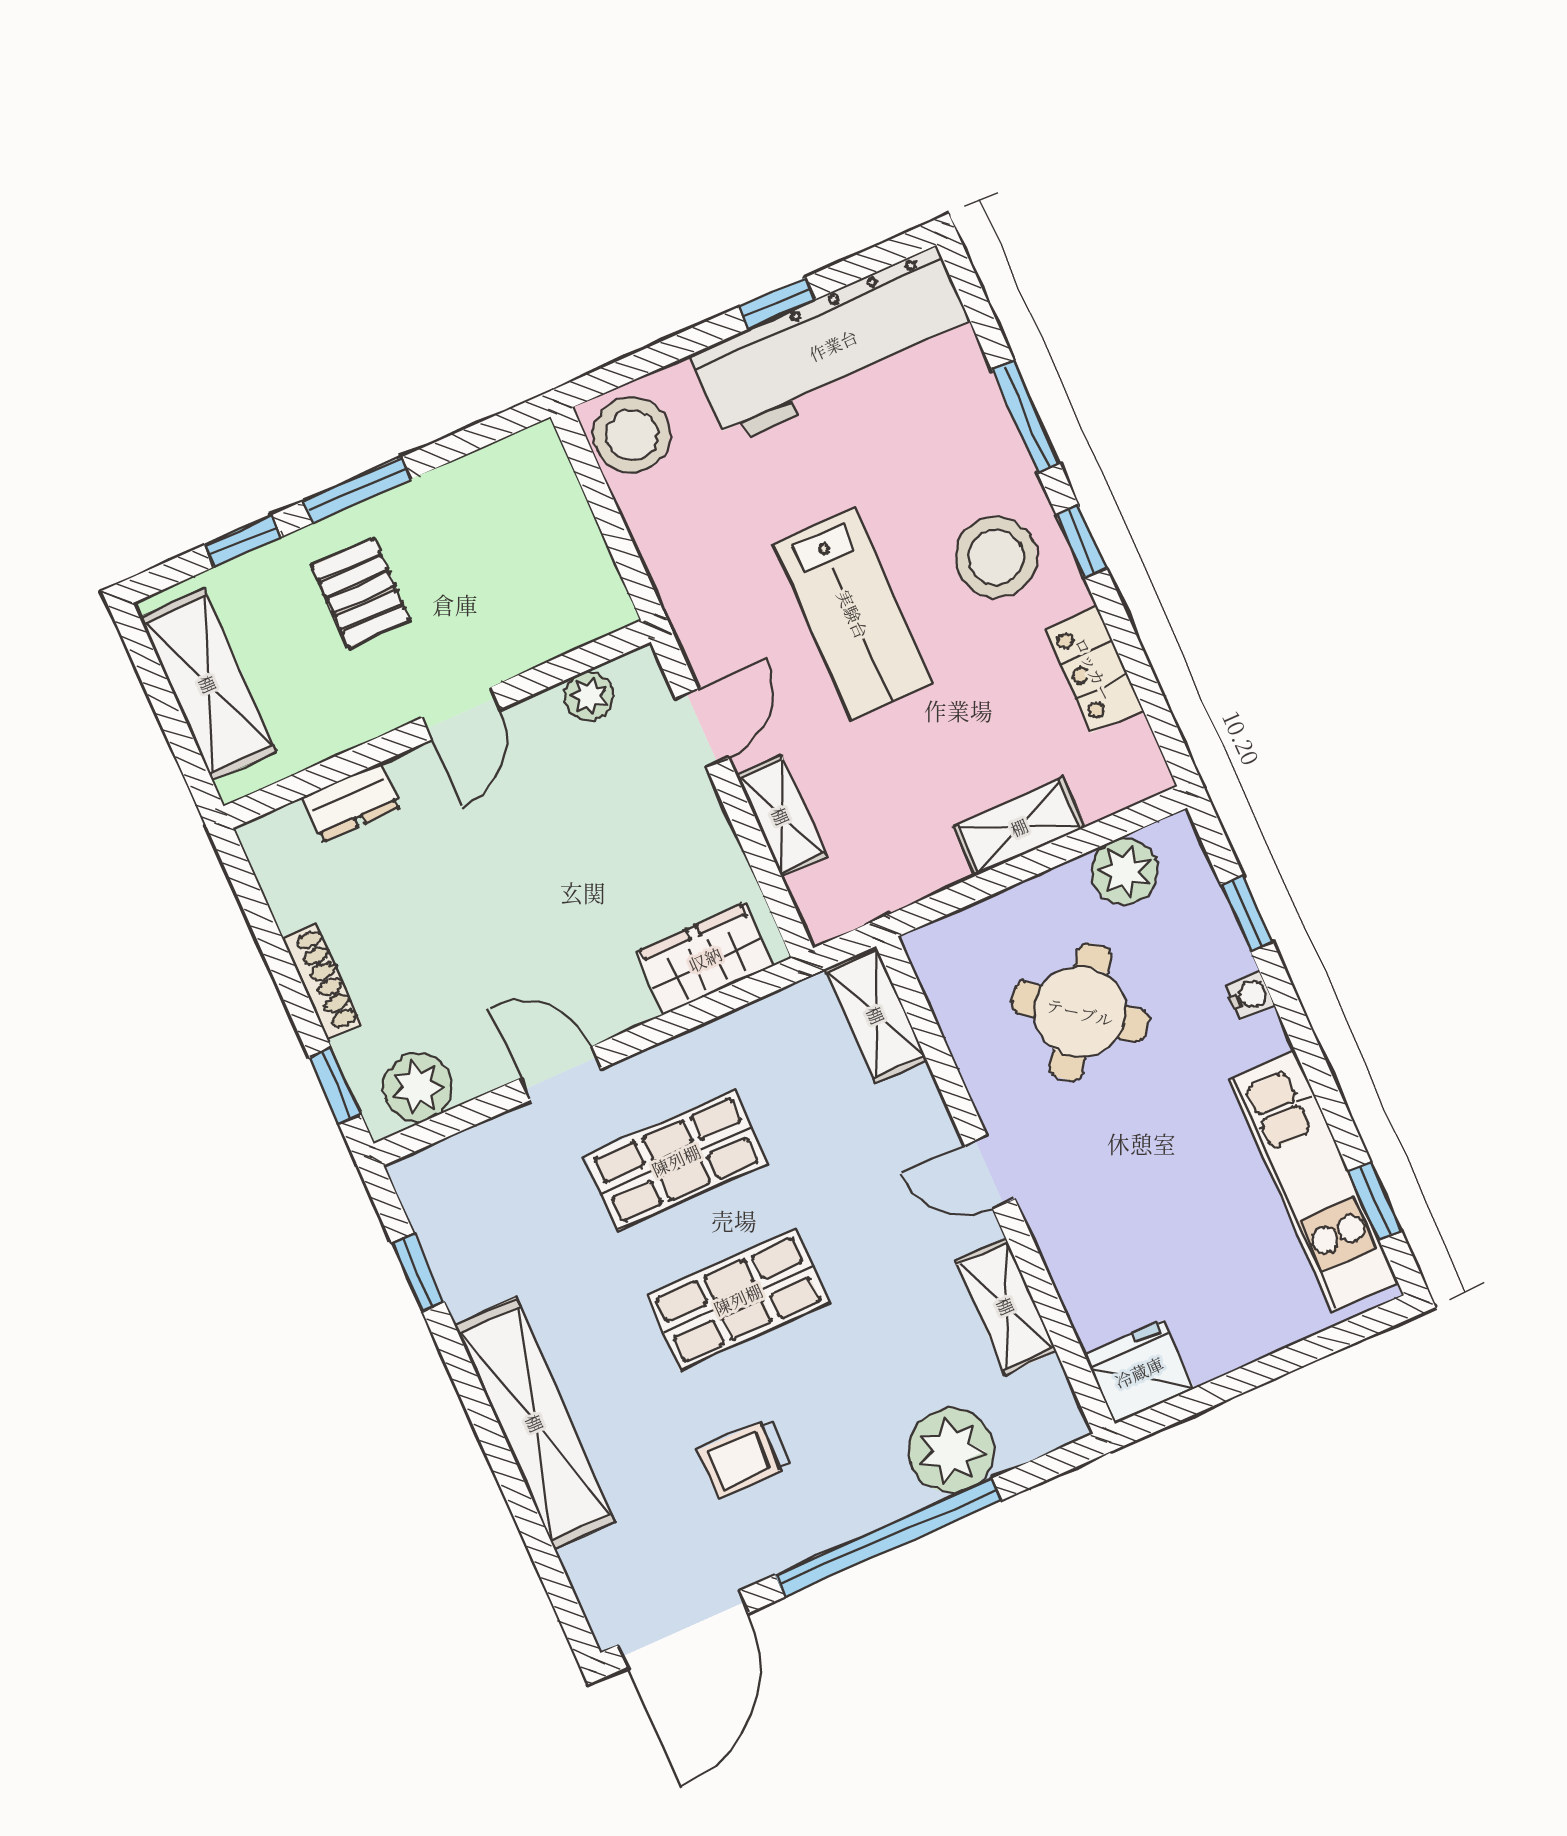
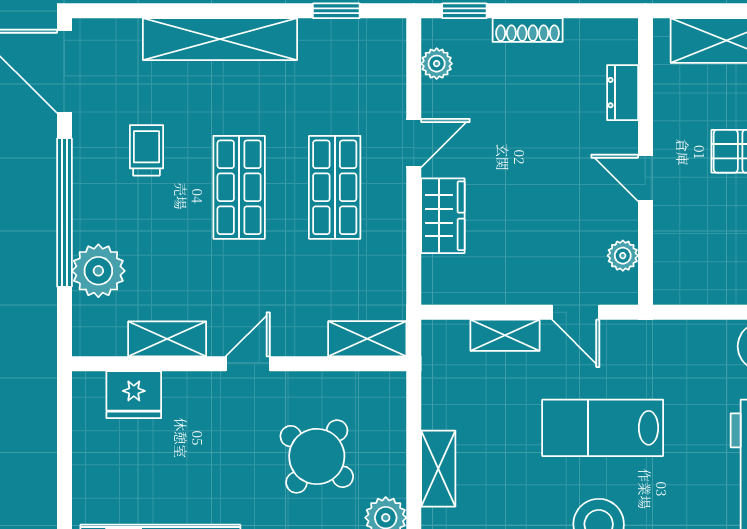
wardrobe: (705, 959) -> (443, 216), moved
plant: (418, 1087) -> (437, 64), width x0.73, depth x0.73
fridge: (1139, 1372) -> (134, 395), moved, turned 90

